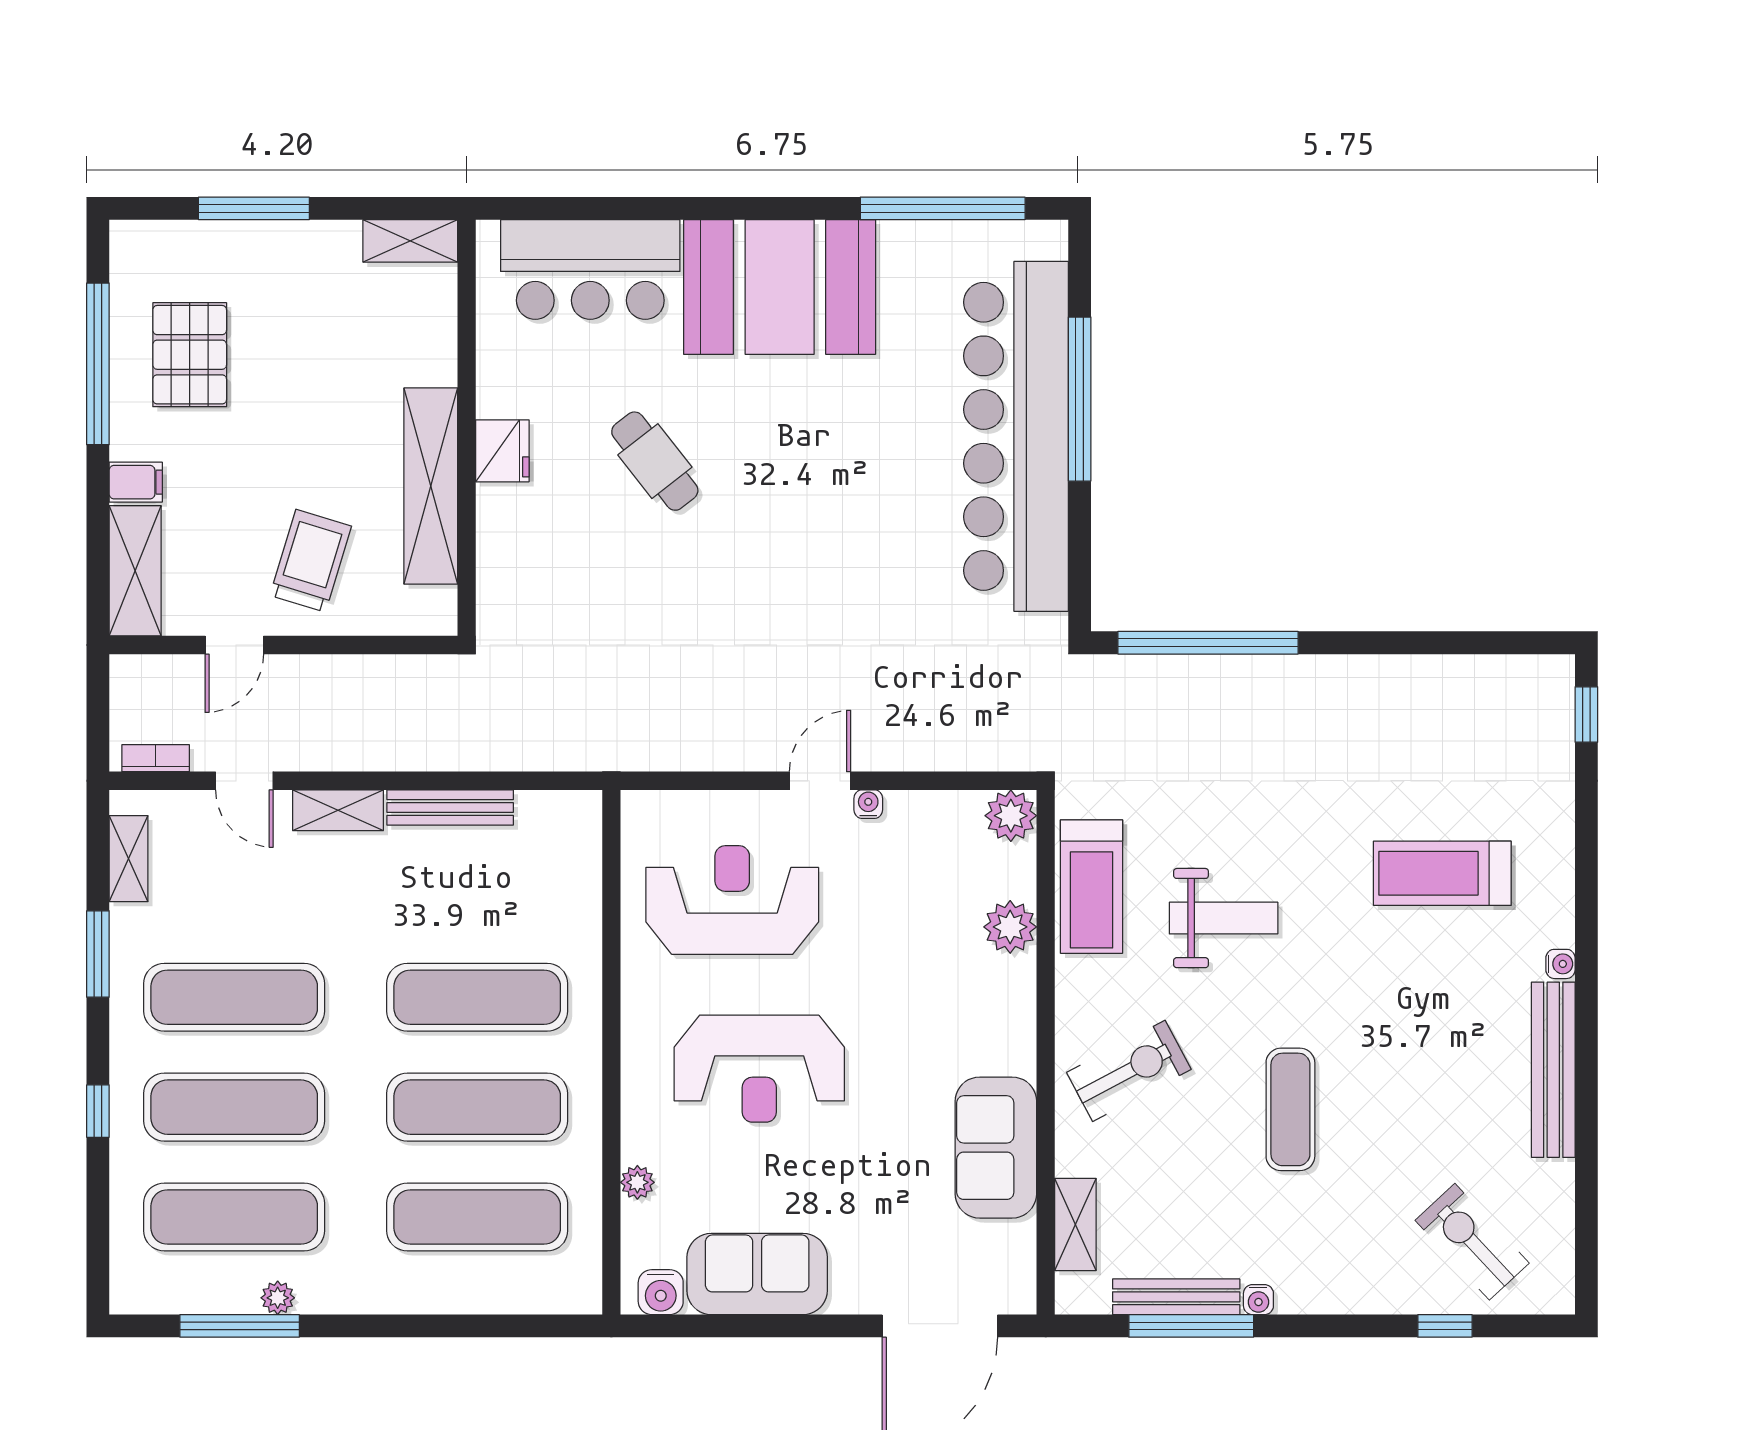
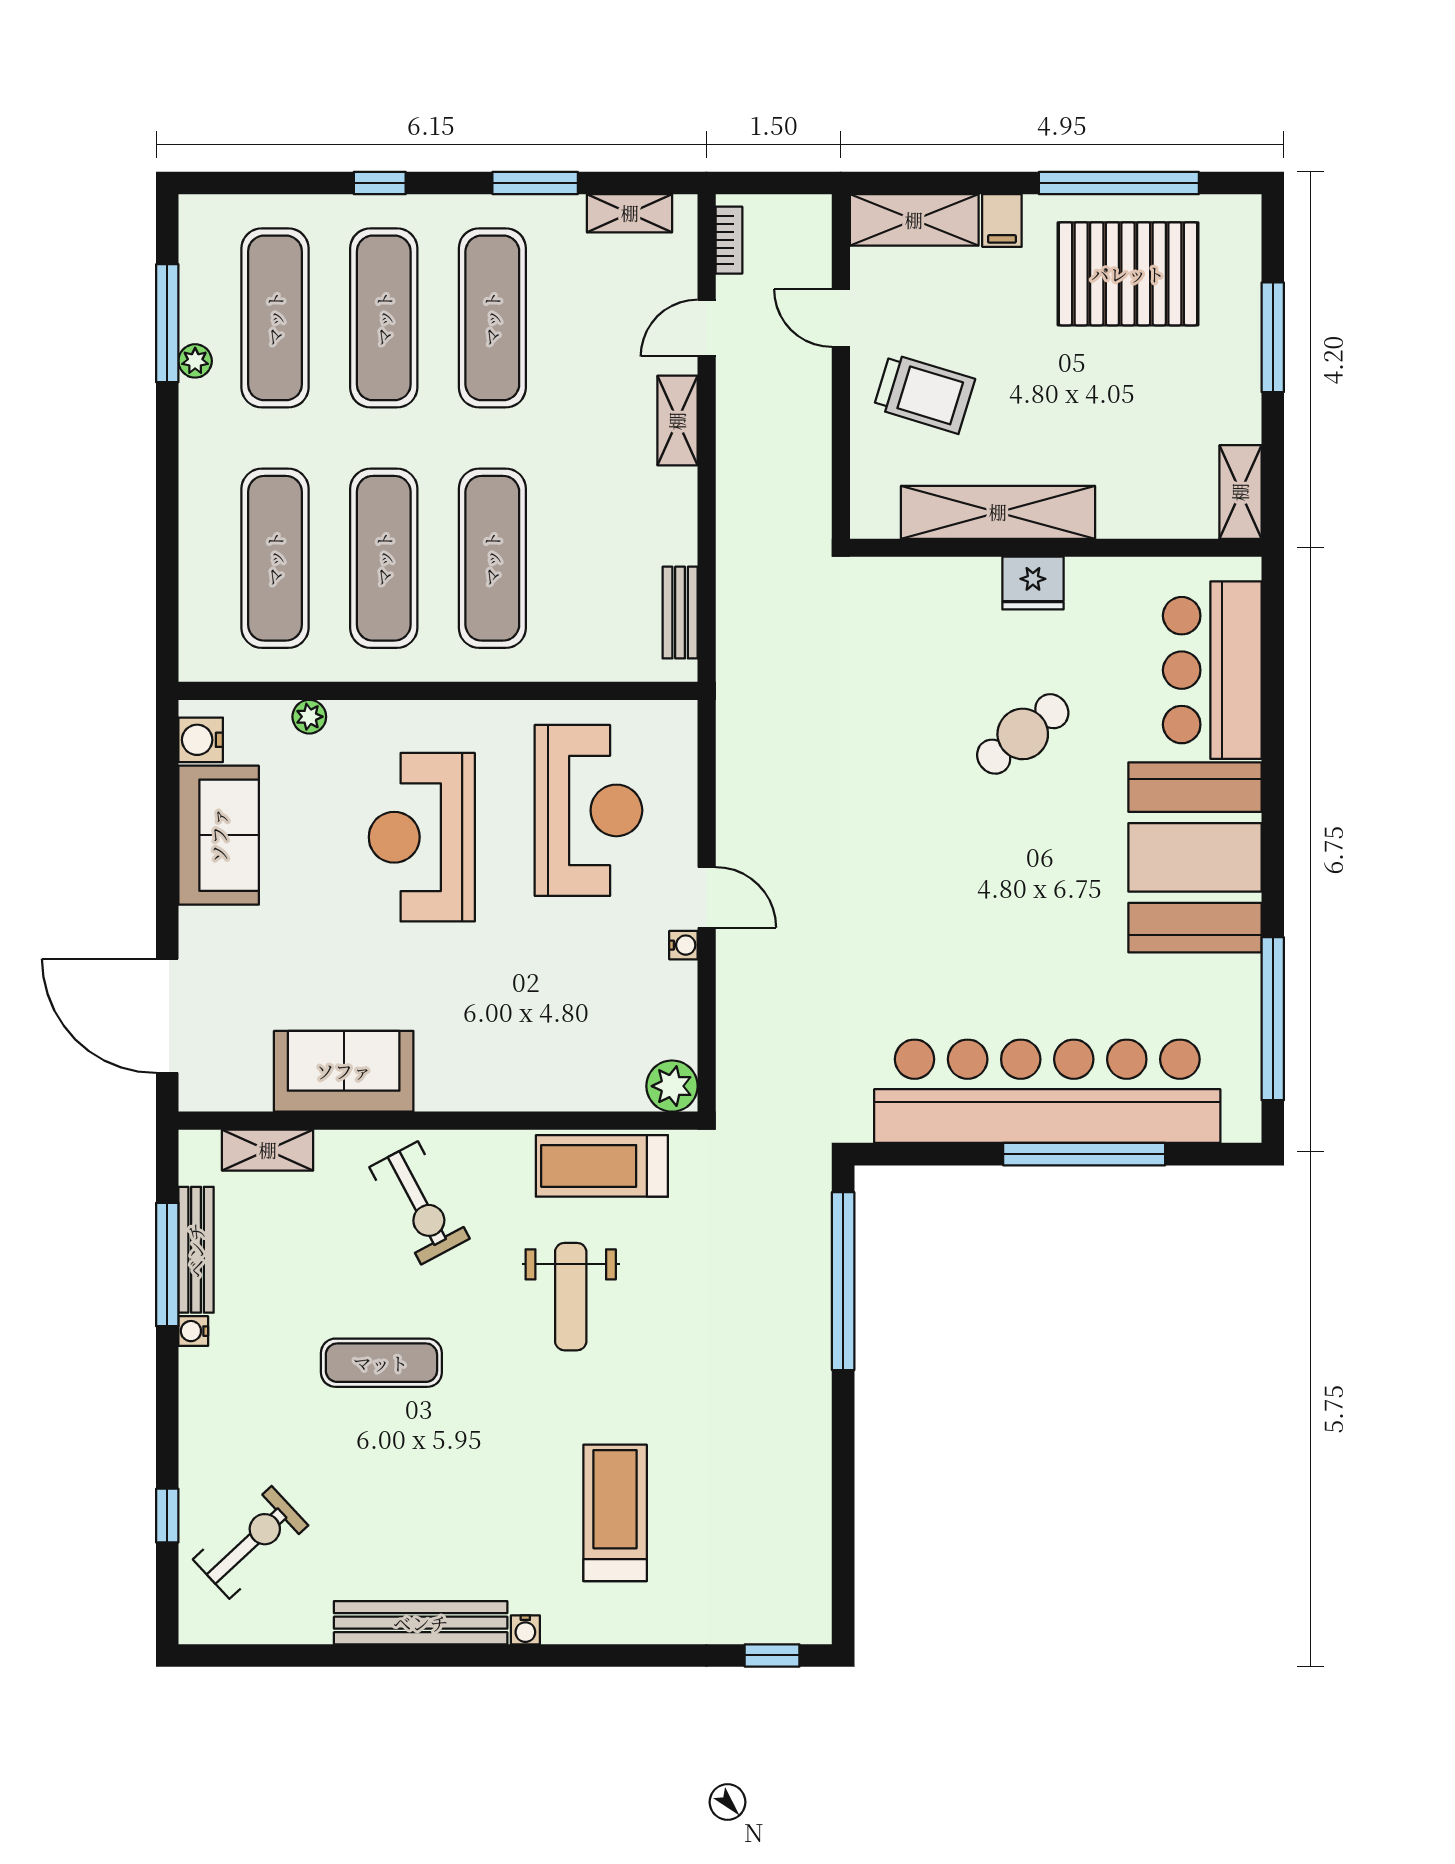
pallet: (190, 355) -> (1128, 274), width x1.37, depth x1.41
bench: (450, 807) -> (680, 613), moved, width x0.73
plant: (1010, 927) -> (562, 1085), removed

